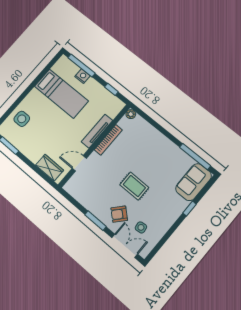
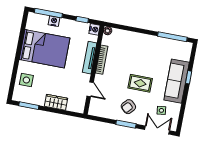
bed: (61, 94) -> (45, 49), width x1.50
nightstand: (118, 106) -> (94, 29), added
door: (79, 163) -> (90, 89), swing flipped
wardrobe: (50, 168) -> (56, 102), moved
sofa: (194, 182) -> (177, 81), moved, width x1.36
armchair: (119, 214) -> (128, 107), moved

